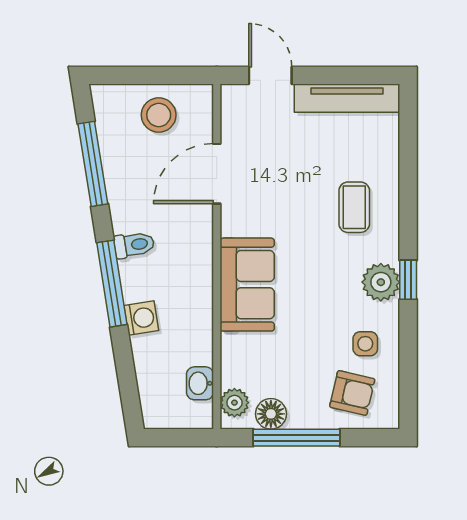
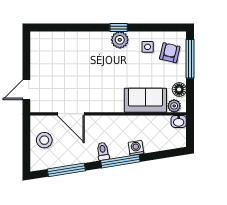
tv unit: (347, 98) -> (37, 55), removed
coffee table: (354, 207) -> (86, 52), removed
sofa: (247, 285) -> (145, 100), moved
washbasin: (200, 383) -> (179, 121), moved
window: (296, 438) -> (190, 59), moved

